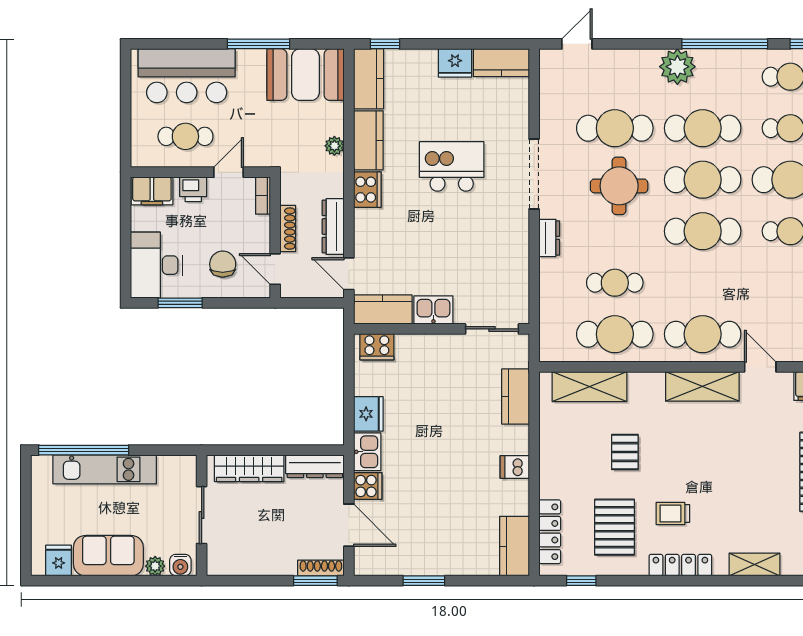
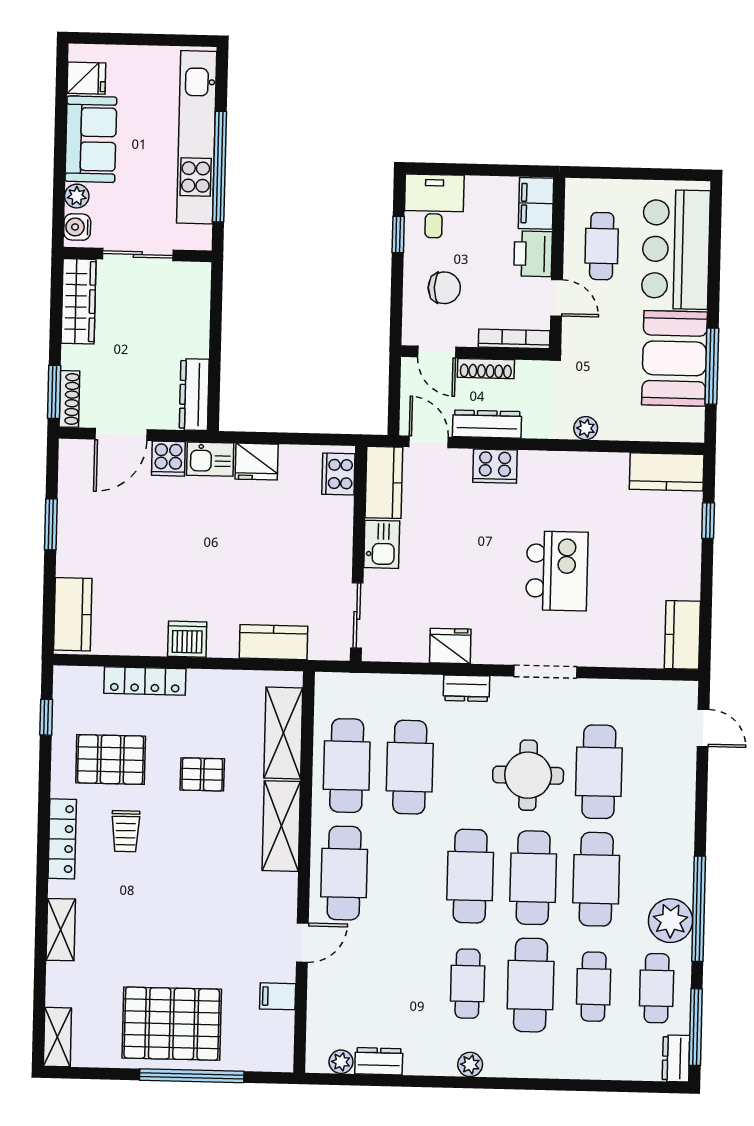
window: (258, 44) -> (712, 366), moved
window: (385, 44) -> (708, 521), moved
fridge: (455, 63) -> (450, 646), moved, turned 90
plant: (677, 67) -> (671, 921), moved
booth: (306, 75) -> (675, 358), moved
kitchen counter: (368, 140) -> (591, 470), removed
doorway: (534, 174) -> (545, 672), width x0.73
printer: (193, 189) -> (533, 254), width x1.36, depth x1.24
cooker: (367, 190) -> (495, 466), moved
bookcase: (263, 196) -> (514, 339), width x1.56
desk: (156, 265) -> (434, 206), width x0.73
door: (275, 269) -> (437, 352), swing flipped
door: (349, 274) -> (429, 442), hinge flipped
cafe table: (615, 283) -> (410, 767), width x1.37, depth x1.35
window: (180, 303) -> (398, 235), width x0.67
shelving: (702, 386) -> (281, 826), moved
window: (84, 450) -> (220, 167), moved
dishwasher: (515, 467) -> (187, 639), width x1.38
wardrobe: (249, 468) -> (79, 301), moved, turned 180
kitchen unit: (105, 469) -> (197, 137), width x1.36
trolley: (673, 513) -> (126, 831), turned 180
locker: (550, 532) -> (145, 681), moved
kitchen counter: (514, 546) -> (73, 614), moved, turned 90

